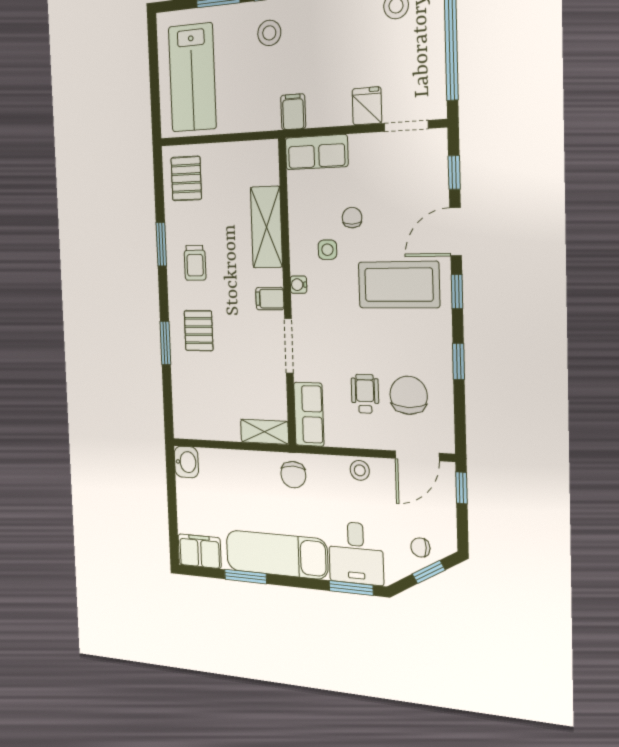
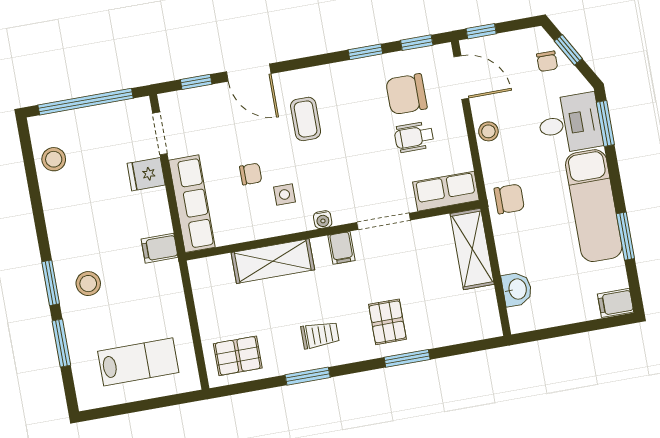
lab bench: (192, 78) -> (138, 362), width x0.73, depth x0.72
row of seats: (316, 152) -> (192, 204), width x1.48
chair: (352, 218) -> (251, 174), turned 180
coffee table: (399, 285) -> (306, 119), width x0.54, depth x0.58
window: (457, 292) -> (417, 43), moved
pallet: (199, 331) -> (387, 322), turned 90
shelving: (264, 432) -> (472, 249), width x1.50, depth x1.33
washbasin: (186, 462) -> (517, 289), moved, turned 90
filing cabinet: (200, 551) -> (616, 303), width x0.50

